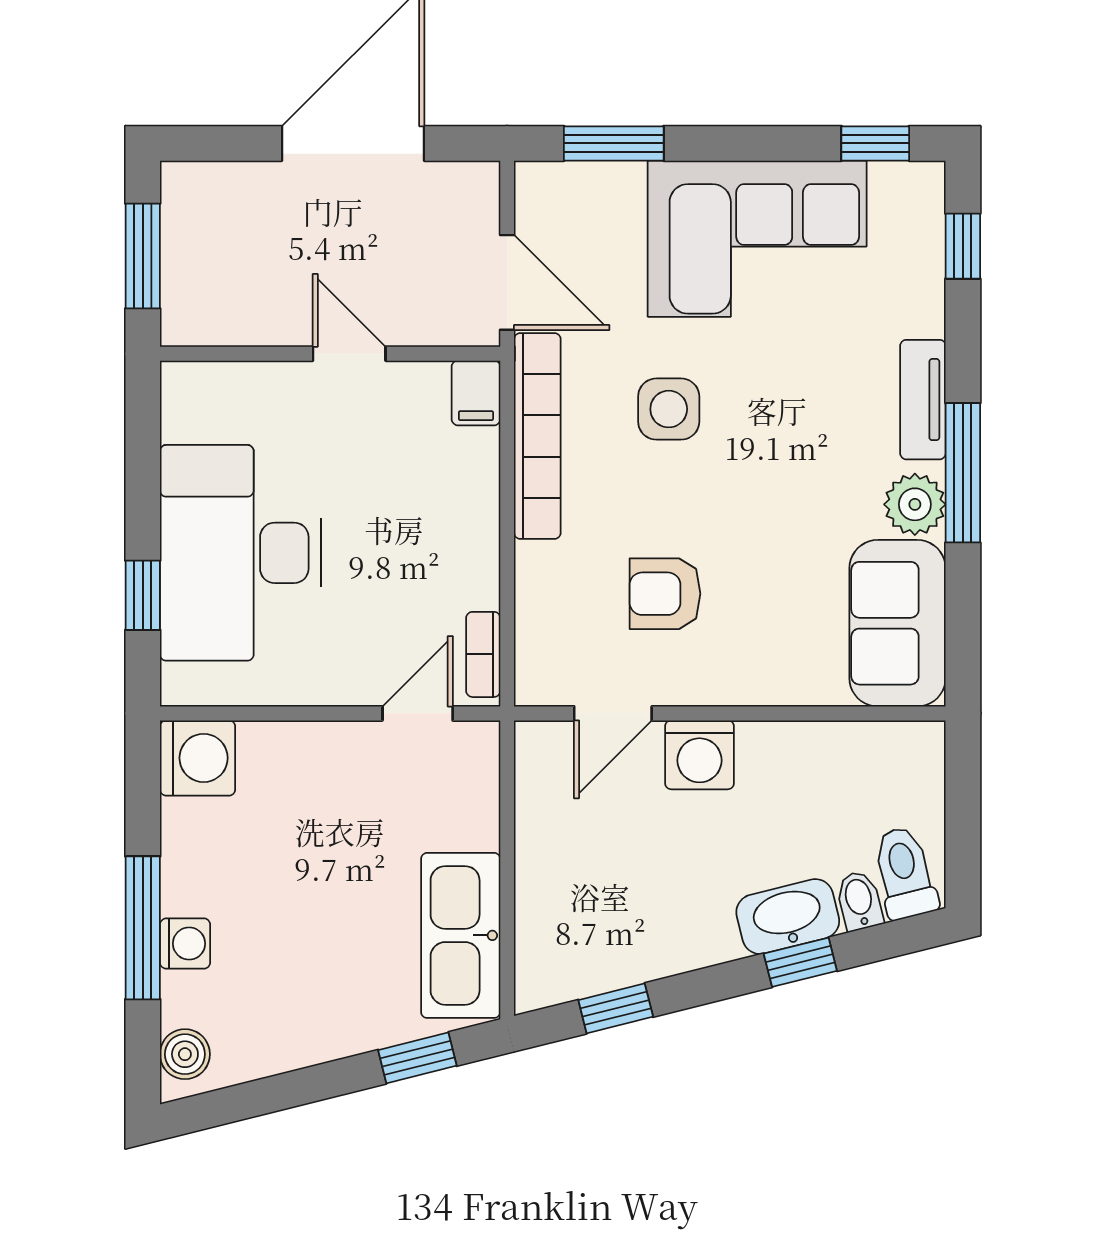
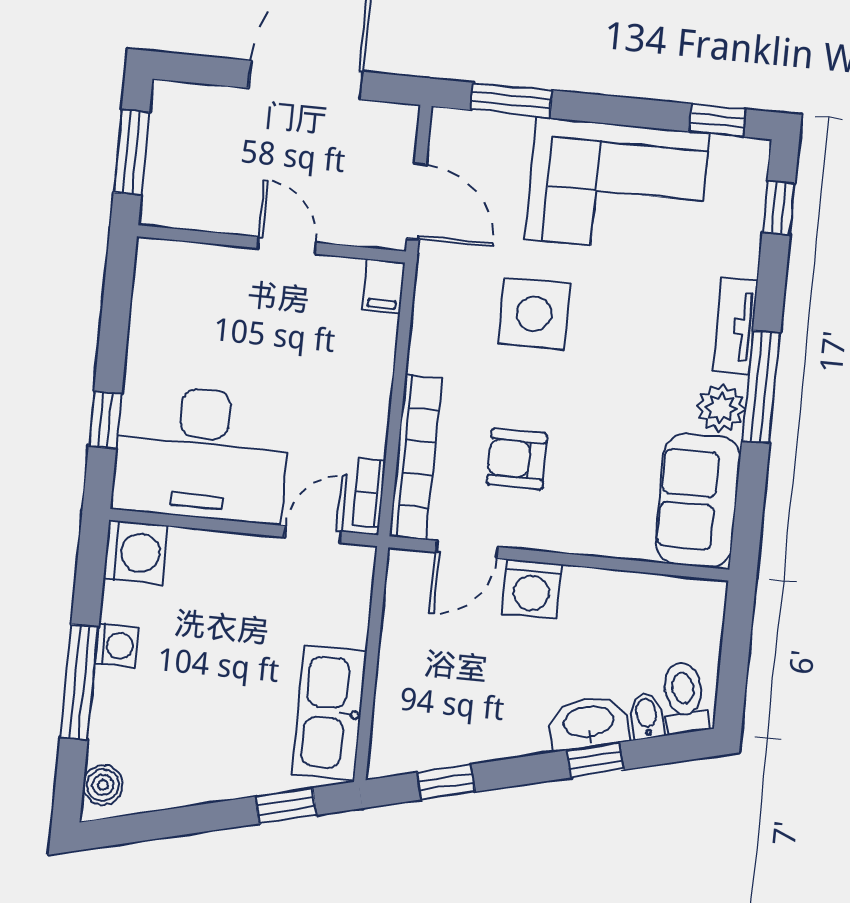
side table: (669, 409) -> (534, 314), width x1.37, depth x1.37
bookcase: (537, 436) -> (416, 457), moved
desk: (241, 553) -> (201, 454), moved, turned -90
washing machine: (185, 944) -> (117, 645), moved

